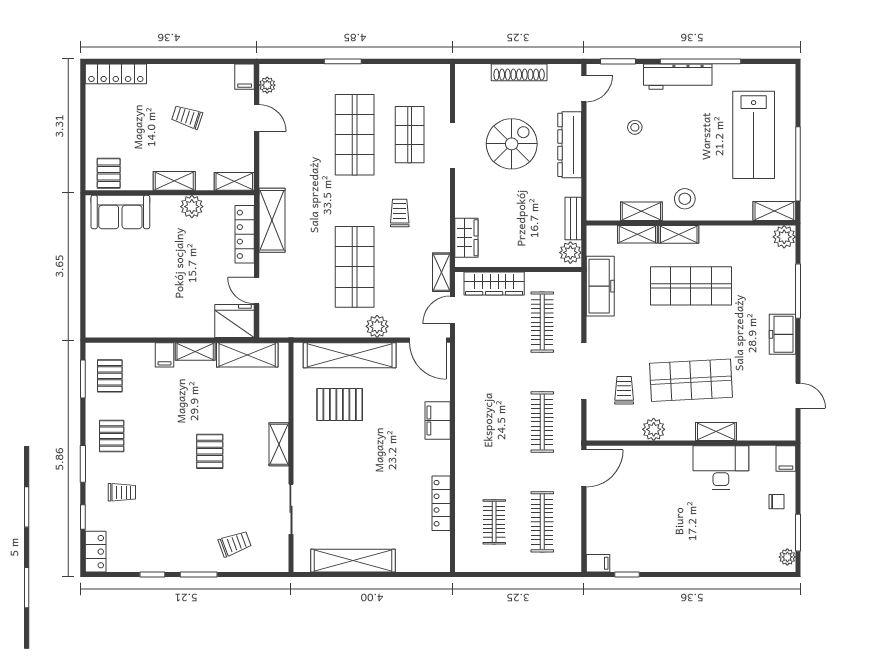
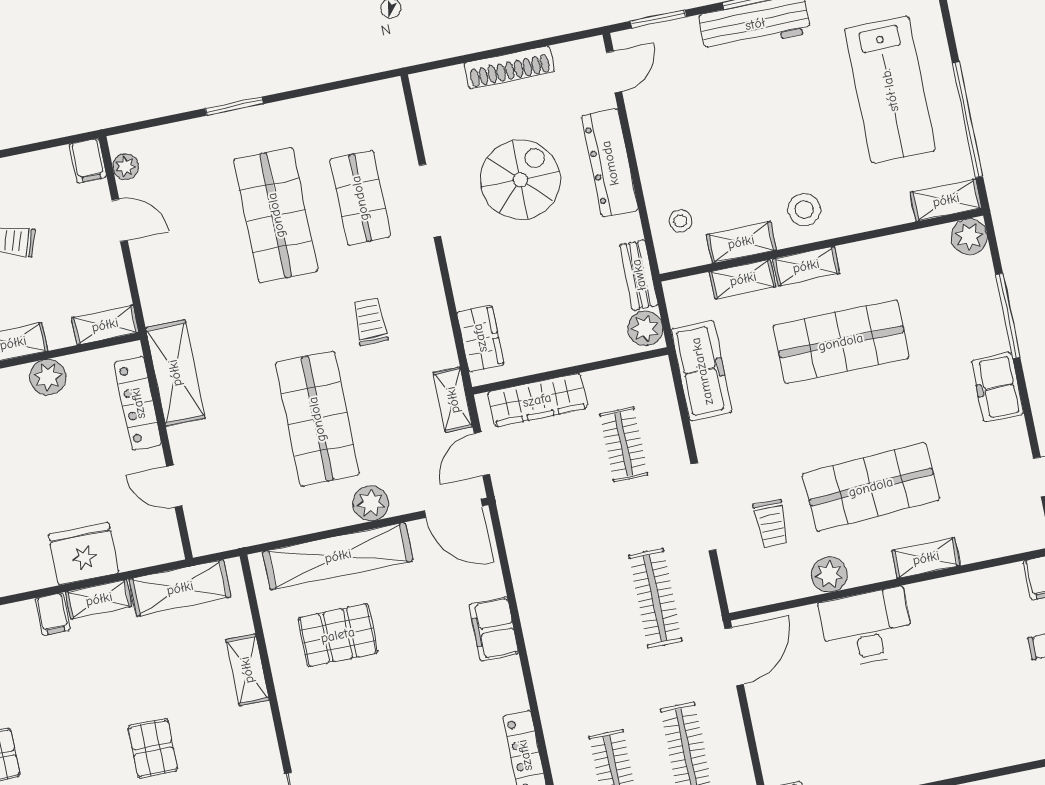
stool: (635, 127) -> (680, 221), moved
fridge: (235, 321) -> (84, 554), moved
clothes rail: (542, 322) -> (624, 444), width x0.73
trolley: (624, 390) -> (771, 523), turned 180
shelving: (279, 444) -> (247, 670), moved
desk: (721, 467) -> (867, 628), moved

